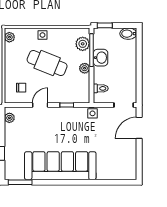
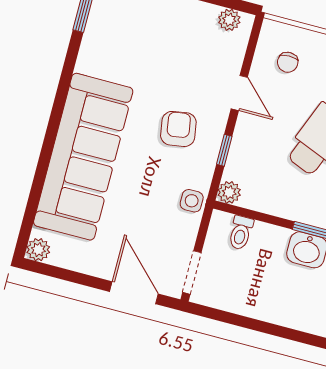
plant: (85, 68) -> (229, 192), moved
armchair: (63, 127) -> (178, 129), added
sofa: (60, 166) -> (83, 157), moved
plant: (131, 175) -> (38, 250), added

